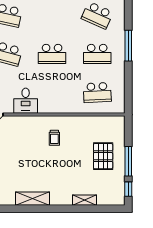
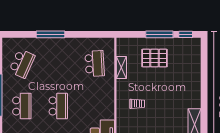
school desk: (97, 54) -> (22, 106), moved
shelving: (84, 200) -> (121, 68), moved

